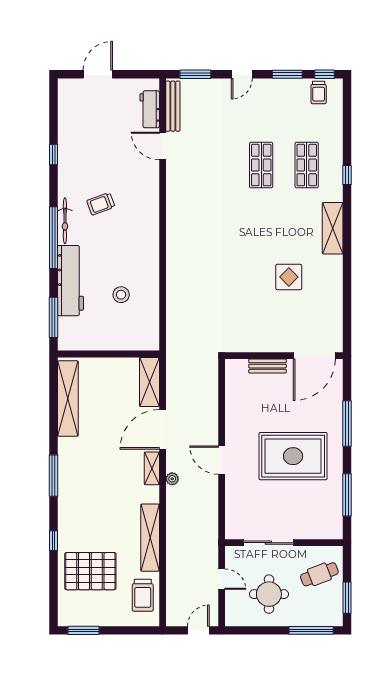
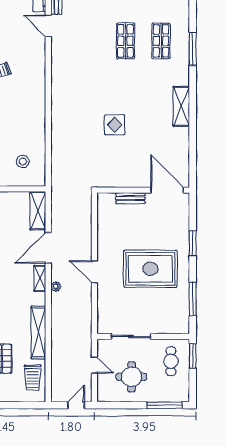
window: (347, 175) -> (193, 49), width x2.17
shelving: (333, 228) -> (181, 106), moved
display table: (289, 277) -> (115, 125), moved
stool: (121, 295) -> (23, 161), moved
door: (314, 356) -> (167, 190), swing flipped
window: (347, 424) -> (193, 243), width x0.69
cafe table: (319, 574) -> (171, 361), turned -69
window: (347, 598) -> (193, 356), moved

